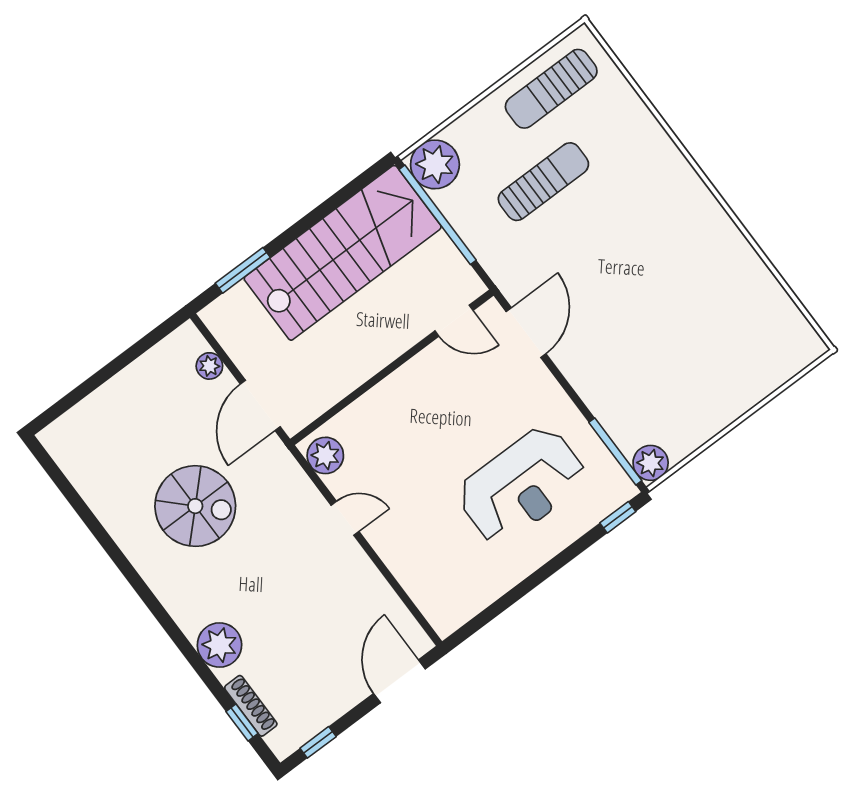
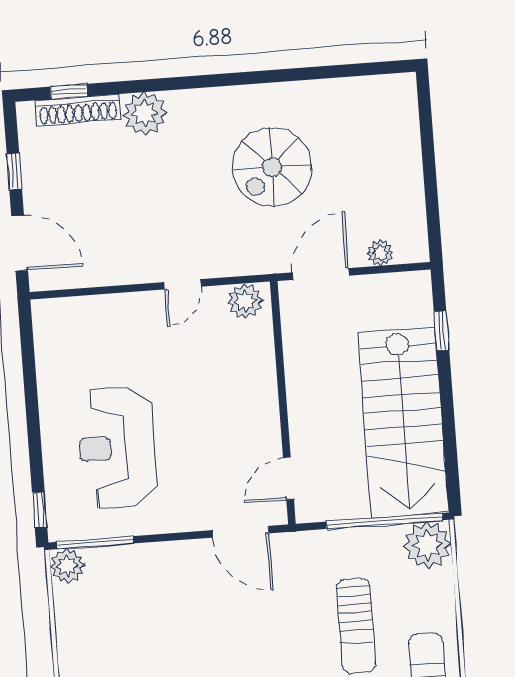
window: (243, 270) -> (441, 331), width x0.67
door: (260, 405) -> (321, 274), hinge flipped
shoe rack: (251, 706) -> (78, 110), width x1.36, depth x1.24
window: (318, 742) -> (14, 171), moved

